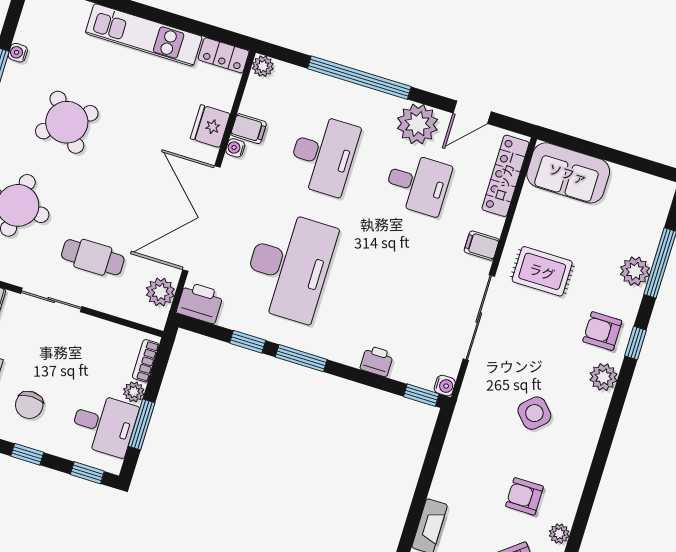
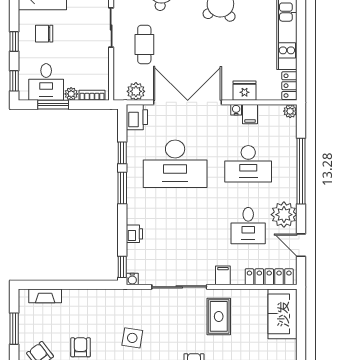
side table: (534, 413) -> (132, 338), turned -38

